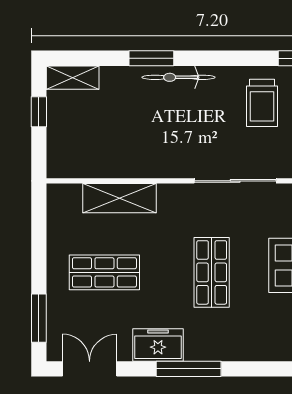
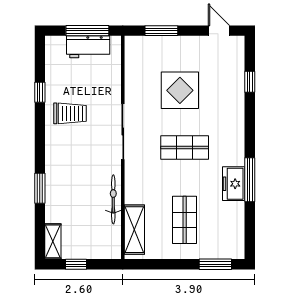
bicycle: (178, 77) -> (113, 199), moved, turned 180
shelving: (120, 198) -> (134, 230), moved
double door: (90, 369) -> (250, 230), removed
window: (189, 369) -> (250, 180), moved

